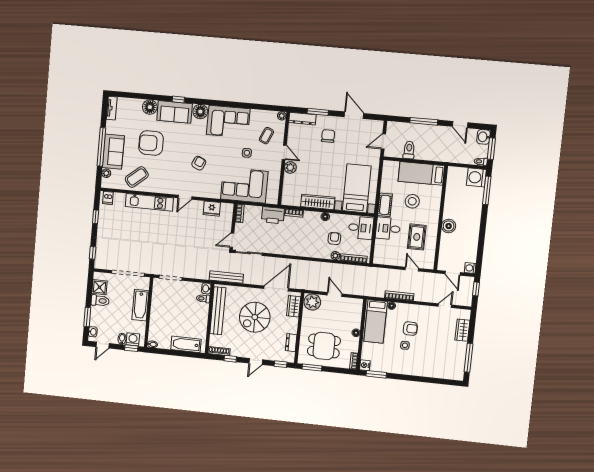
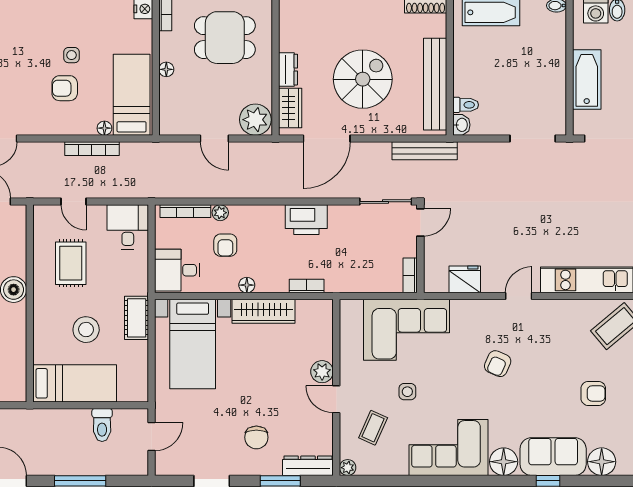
armchair: (151, 143) -> (593, 393), width x0.53, depth x0.53
printer: (273, 215) -> (306, 220), moved, turned 180
desk: (388, 229) -> (128, 227), moved, turned -90
dresser: (291, 343) -> (288, 70), moved

